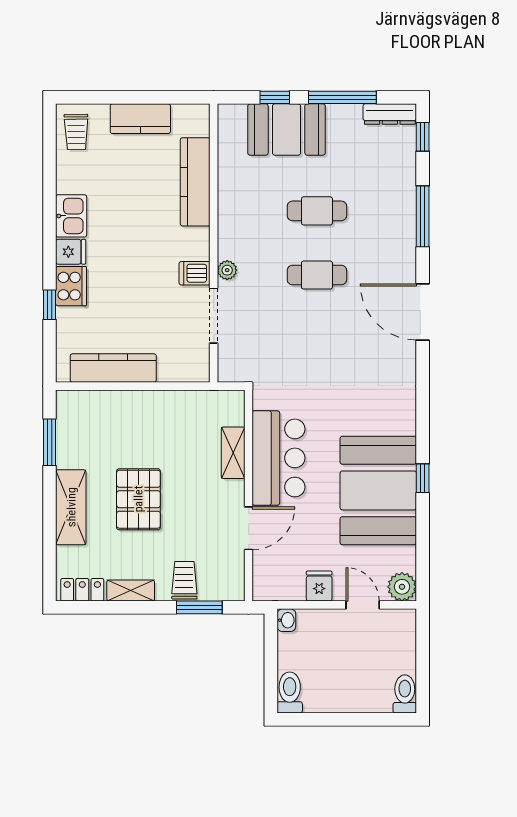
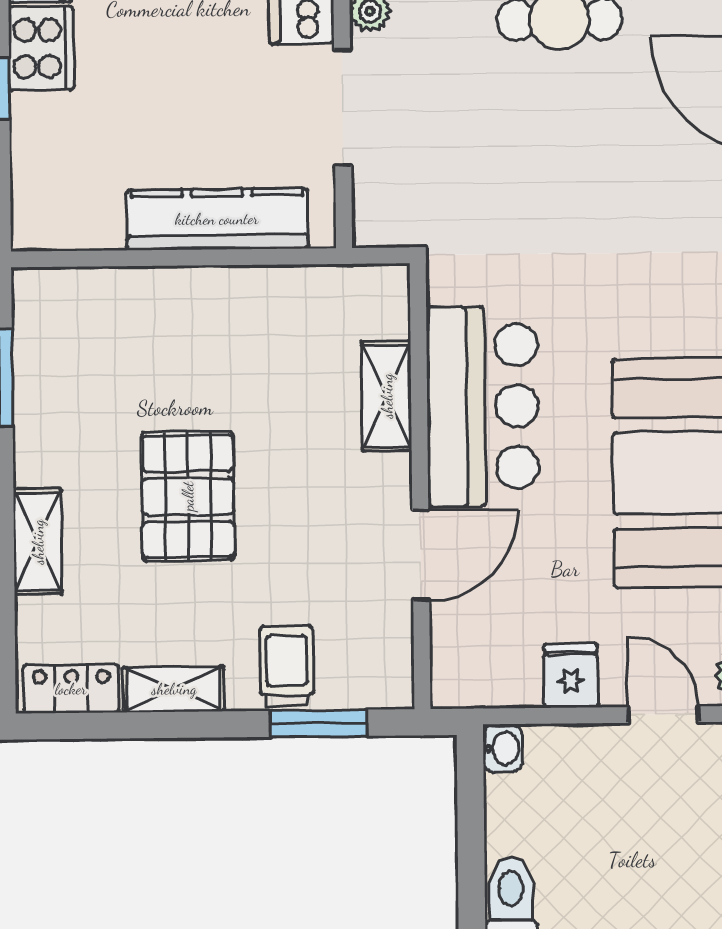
kitchen counter: (113, 368) -> (217, 219), moved
shelving: (71, 507) -> (38, 542), width x0.67, depth x0.75

